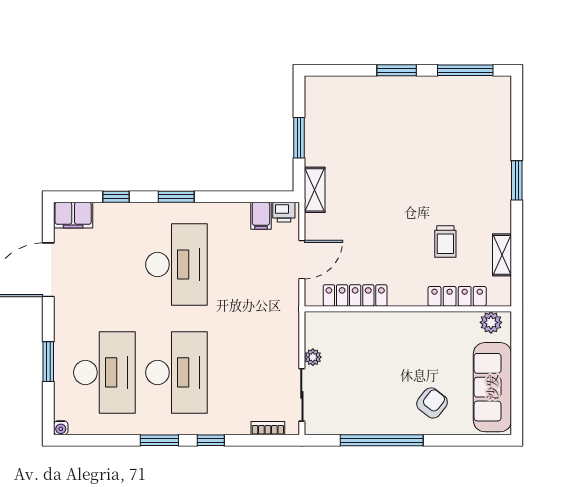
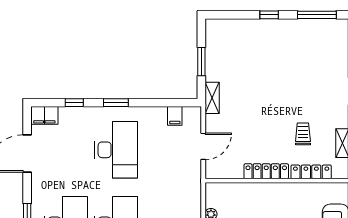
window: (397, 70) -> (269, 15), width x0.67
printer: (284, 212) -> (191, 113), removed
trolley: (445, 241) -> (303, 134), turned 180
locker: (355, 295) -> (266, 171), moved
plant: (491, 322) -> (335, 190), removed

